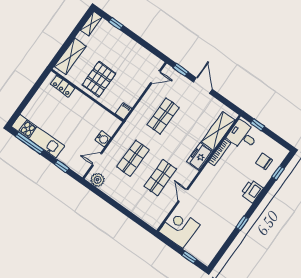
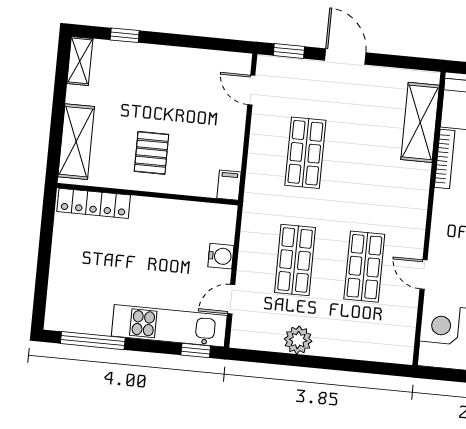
door: (156, 77) -> (251, 90), swing flipped
pallet: (99, 79) -> (151, 153), width x0.67, depth x0.71
locker: (63, 86) -> (94, 203), width x1.53
kitchen unit: (38, 136) -> (169, 326), moved
freezer: (200, 157) -> (413, 188), removed
window: (62, 166) -> (196, 351), moved
plant: (97, 180) -> (298, 340), moved

